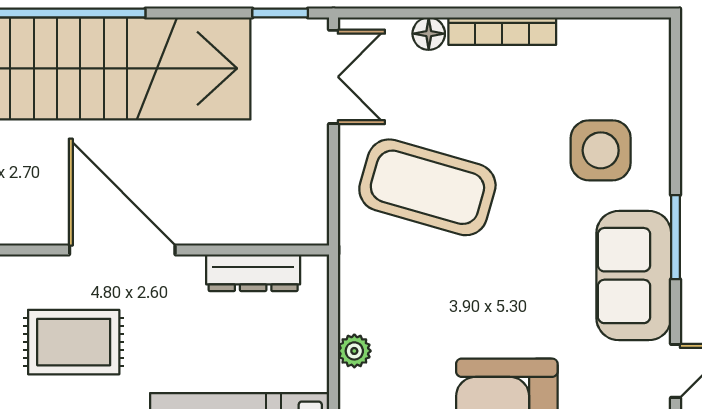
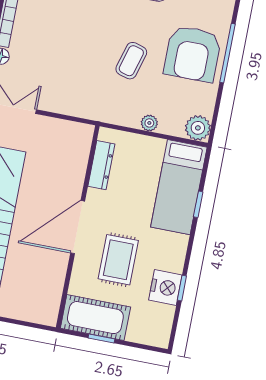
coffee table: (427, 187) -> (131, 61), moved, width x0.54, depth x0.58

